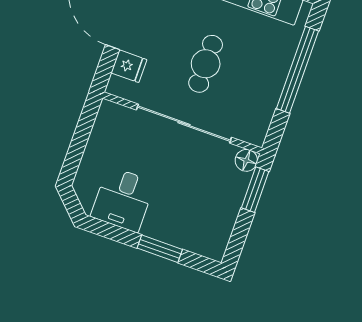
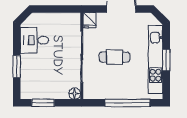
fridge: (129, 66) -> (90, 20), moved
window: (255, 190) -> (43, 103), moved

